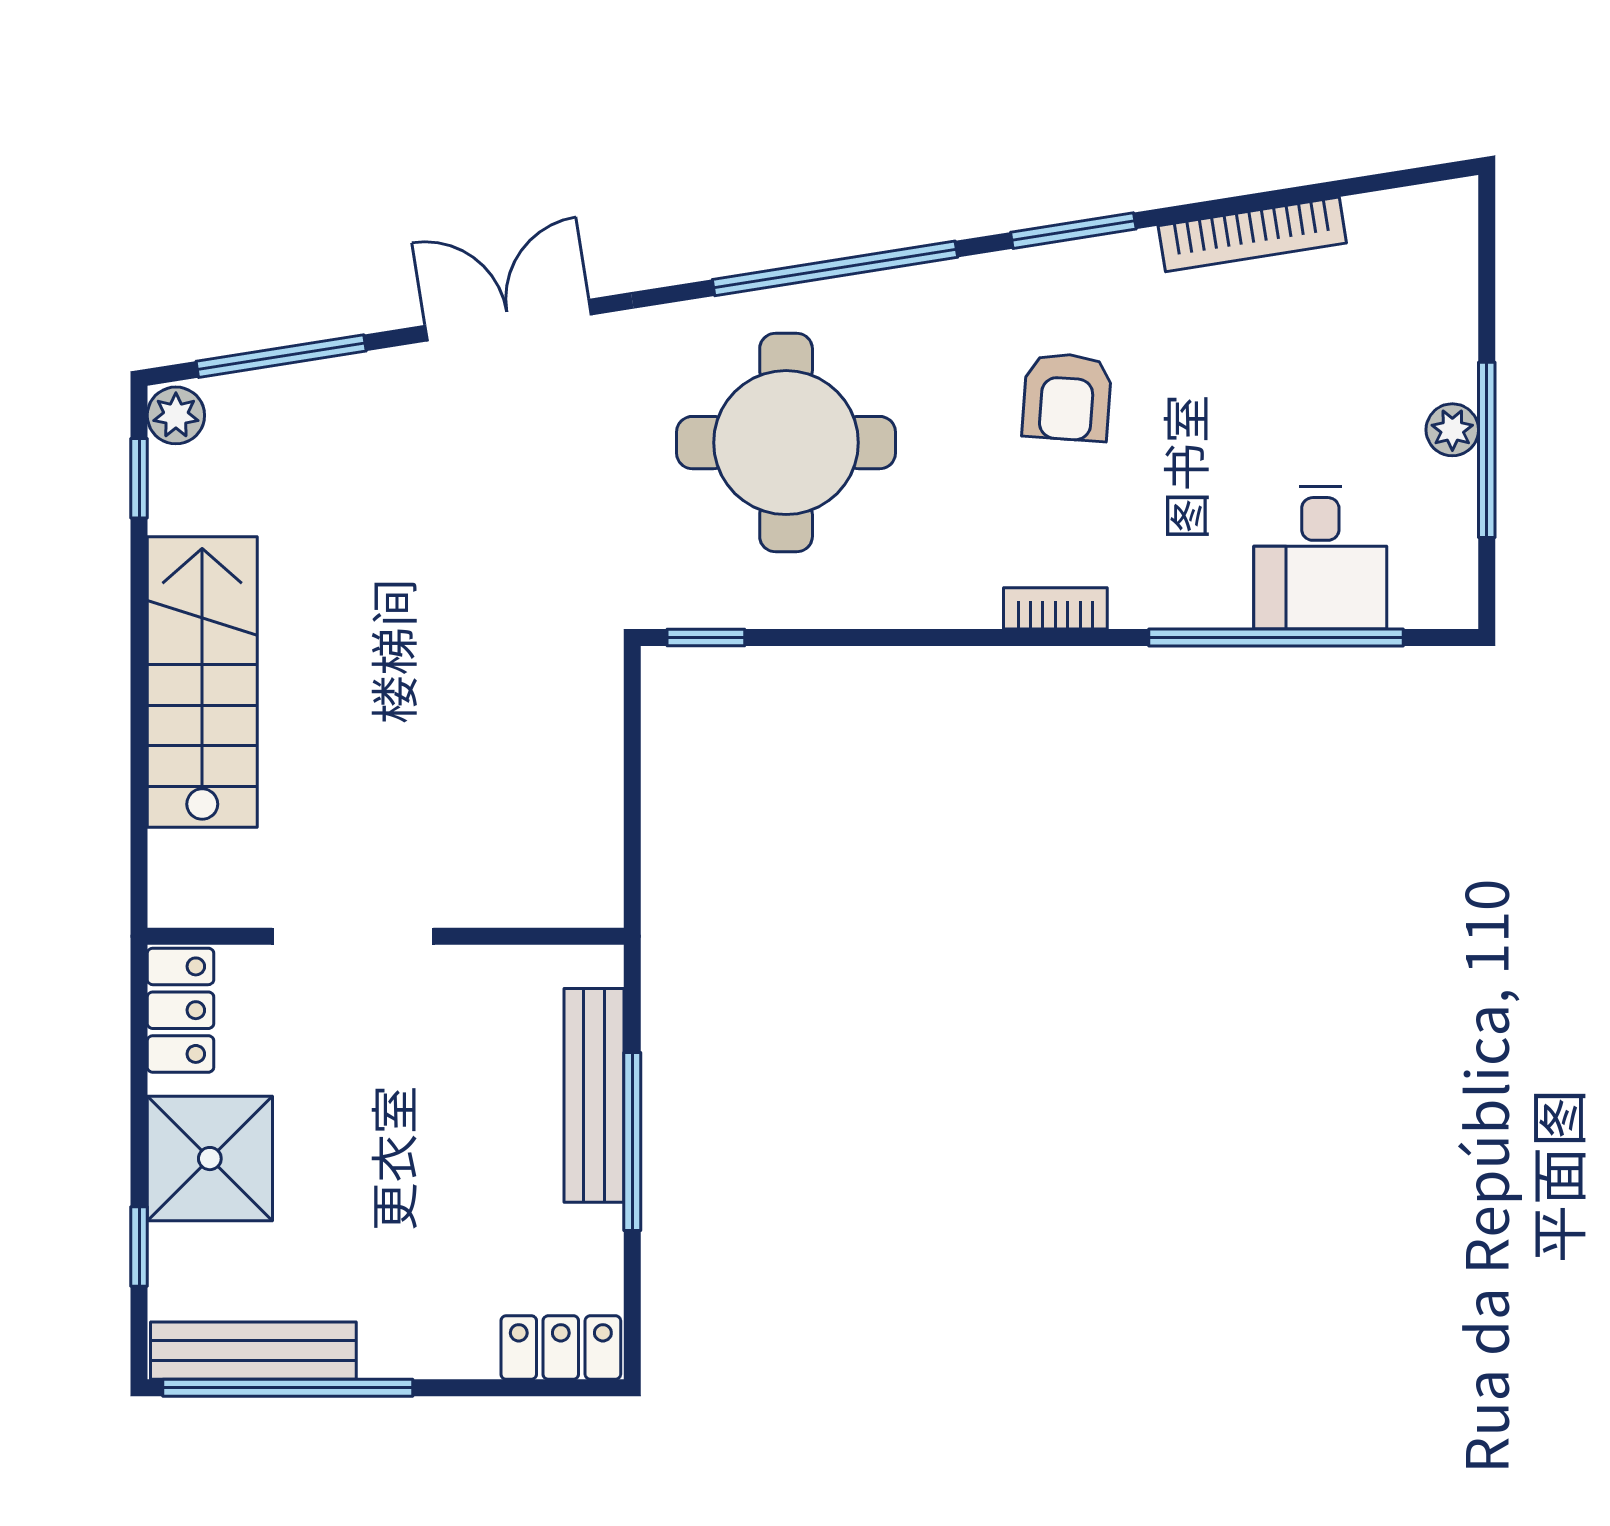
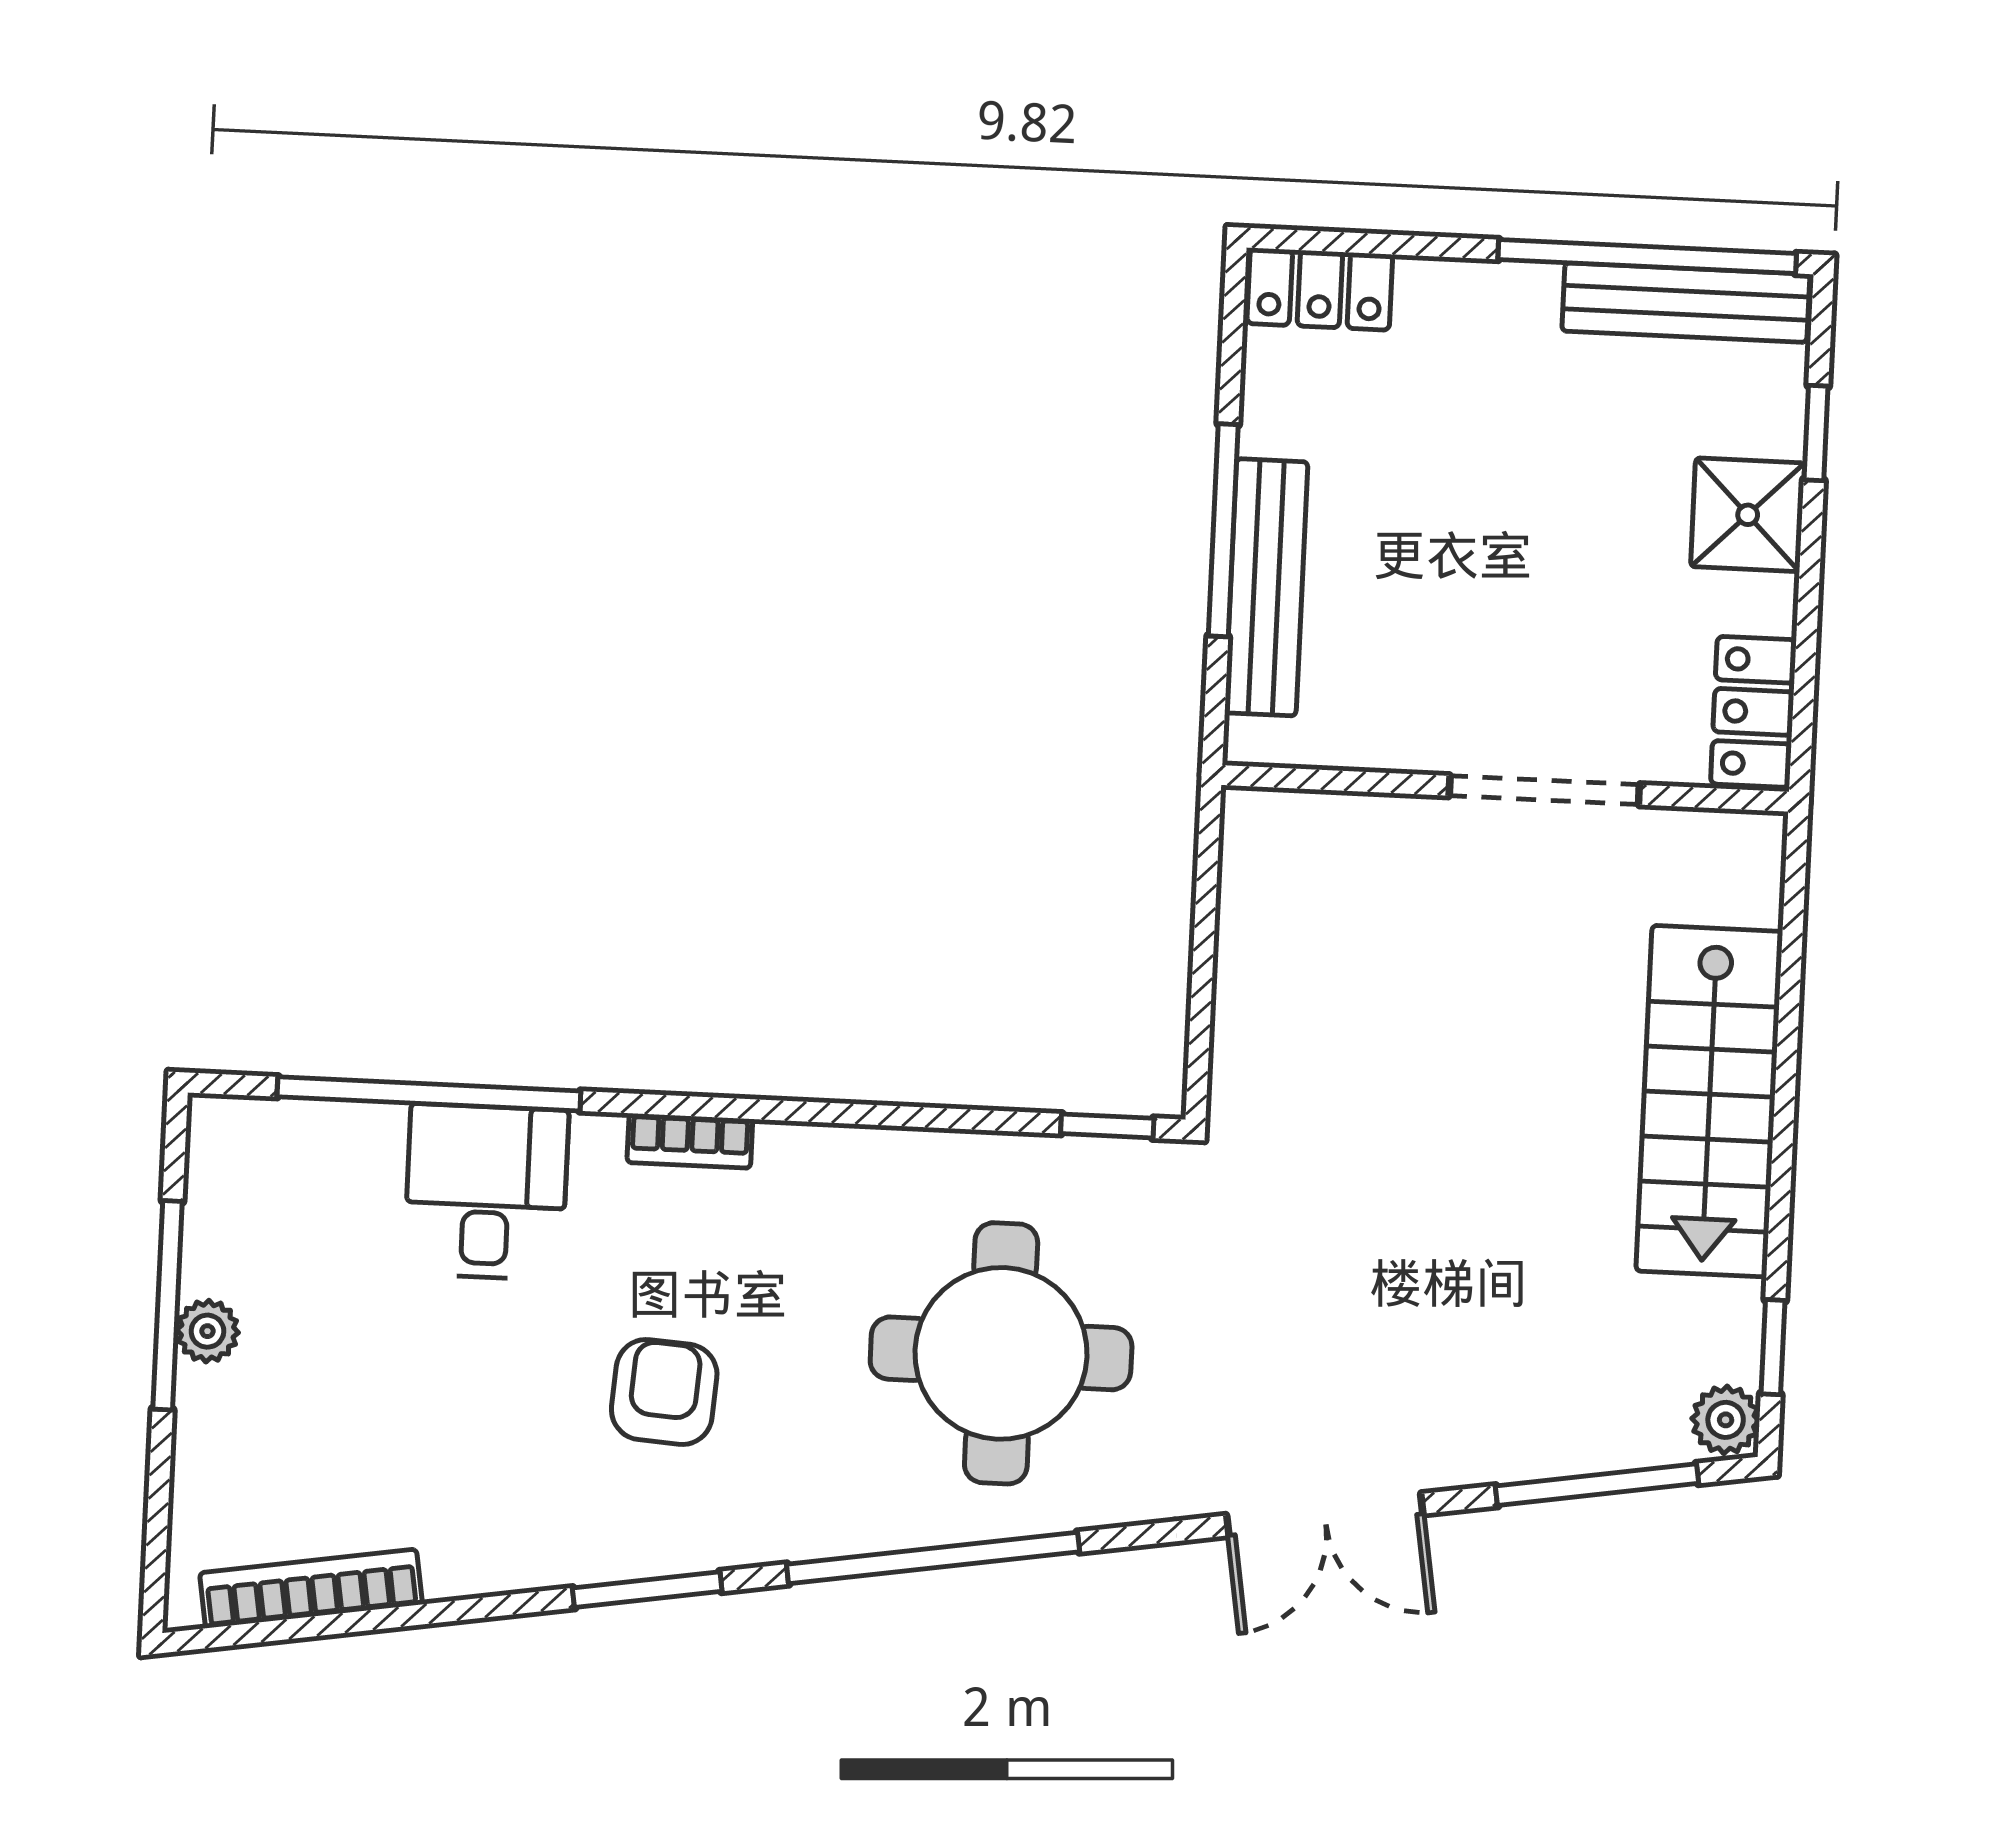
bookcase: (1252, 234) -> (311, 1589), moved
desk: (1320, 558) -> (486, 1192), moved
shower: (210, 1159) -> (1748, 515), width x0.73, depth x0.73

